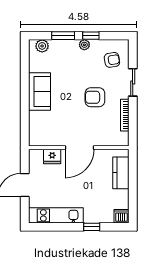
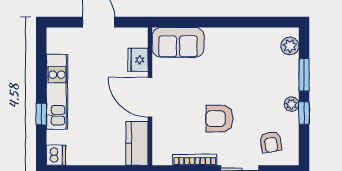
sofa: (39, 92) -> (178, 42), moved
armchair: (95, 97) -> (219, 119), turned -90
kitchen counter: (121, 173) -> (137, 143), moved, turned -90
kitchen unit: (56, 215) -> (57, 92), moved

